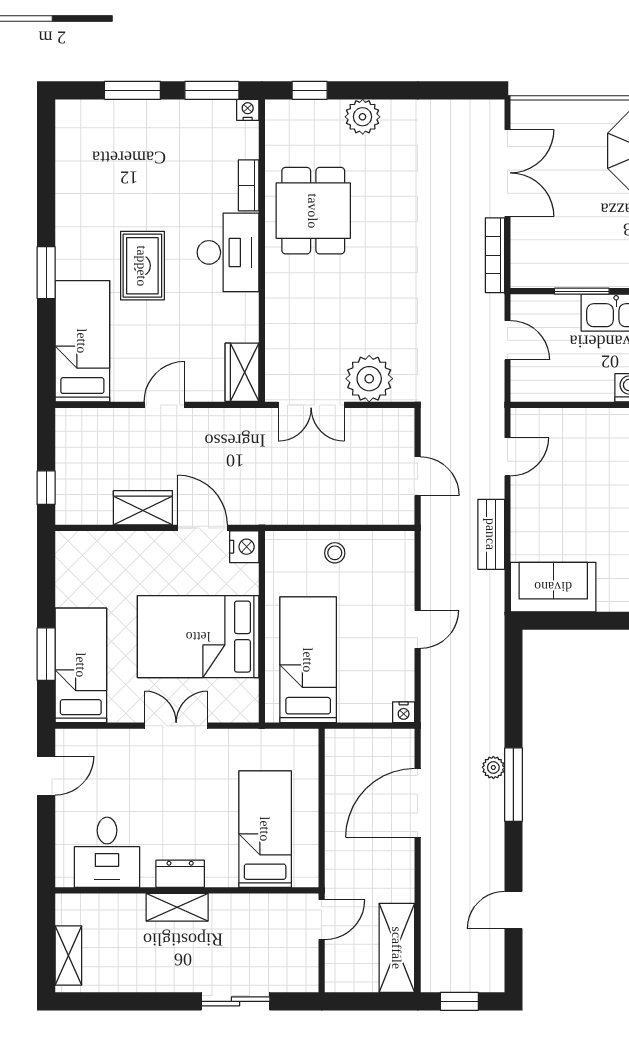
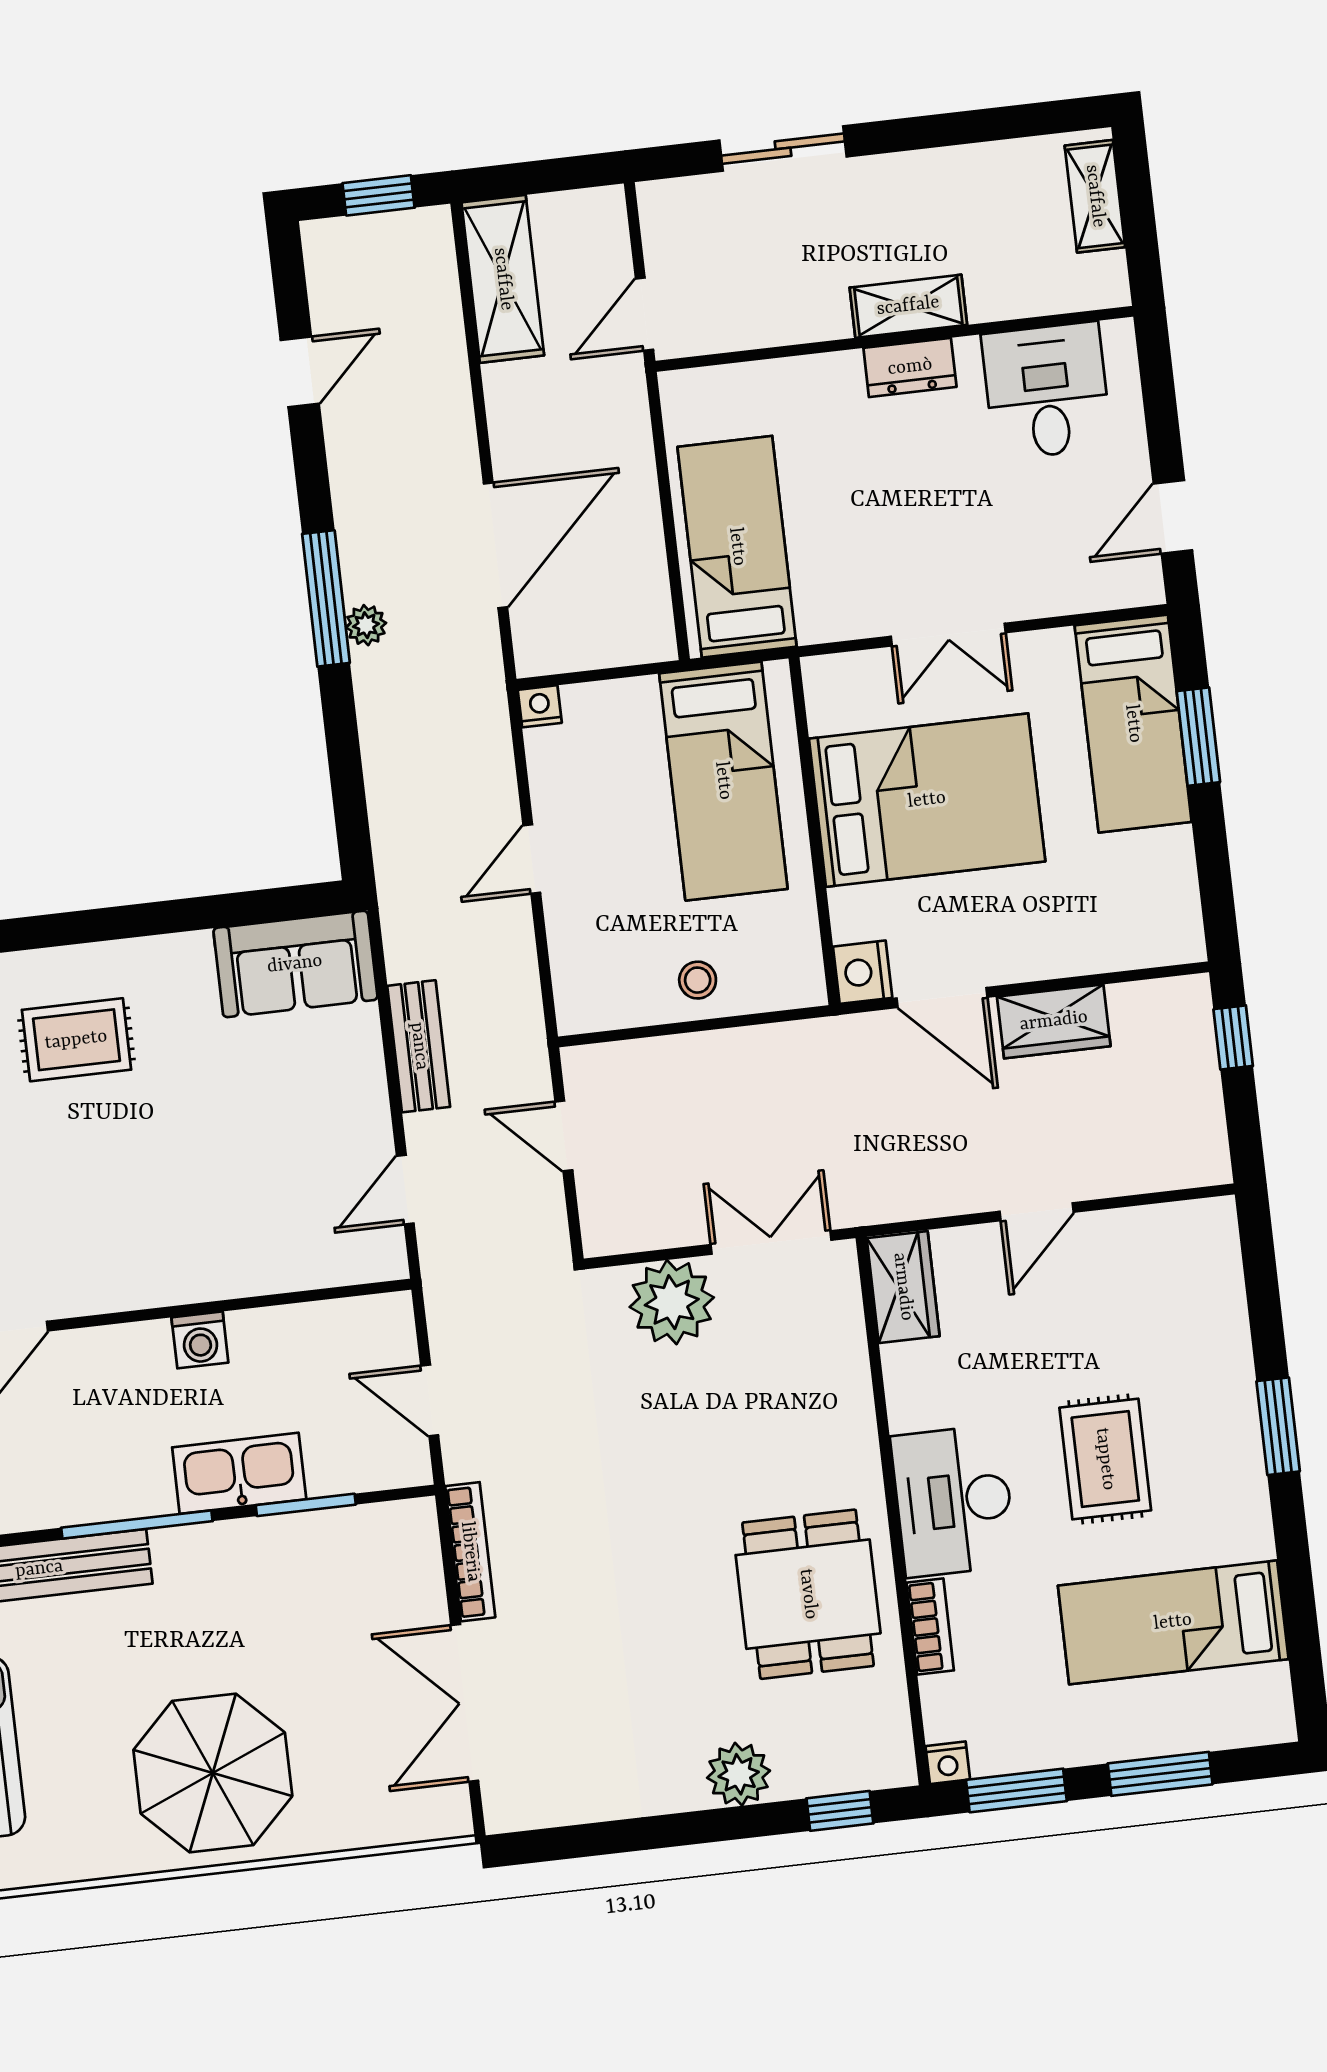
bed: (82, 341) -> (1173, 1622), moved, turned 90
bed: (265, 829) -> (737, 547), moved, turned 180

